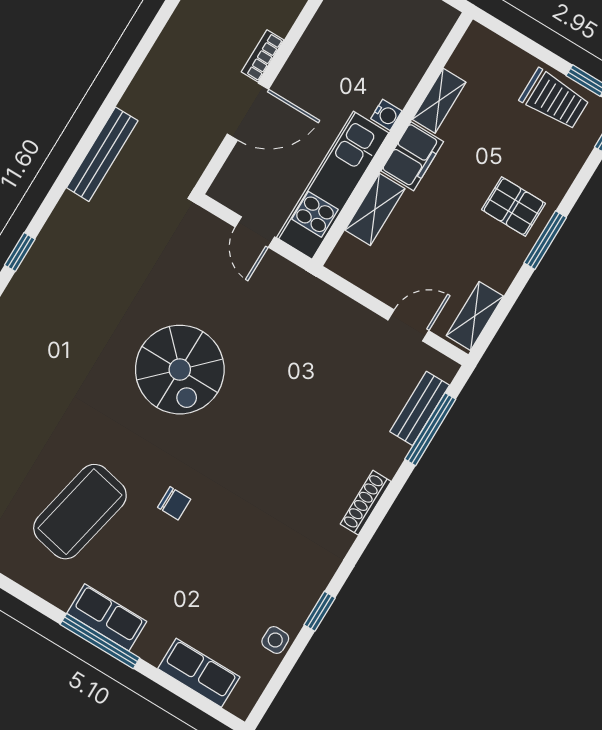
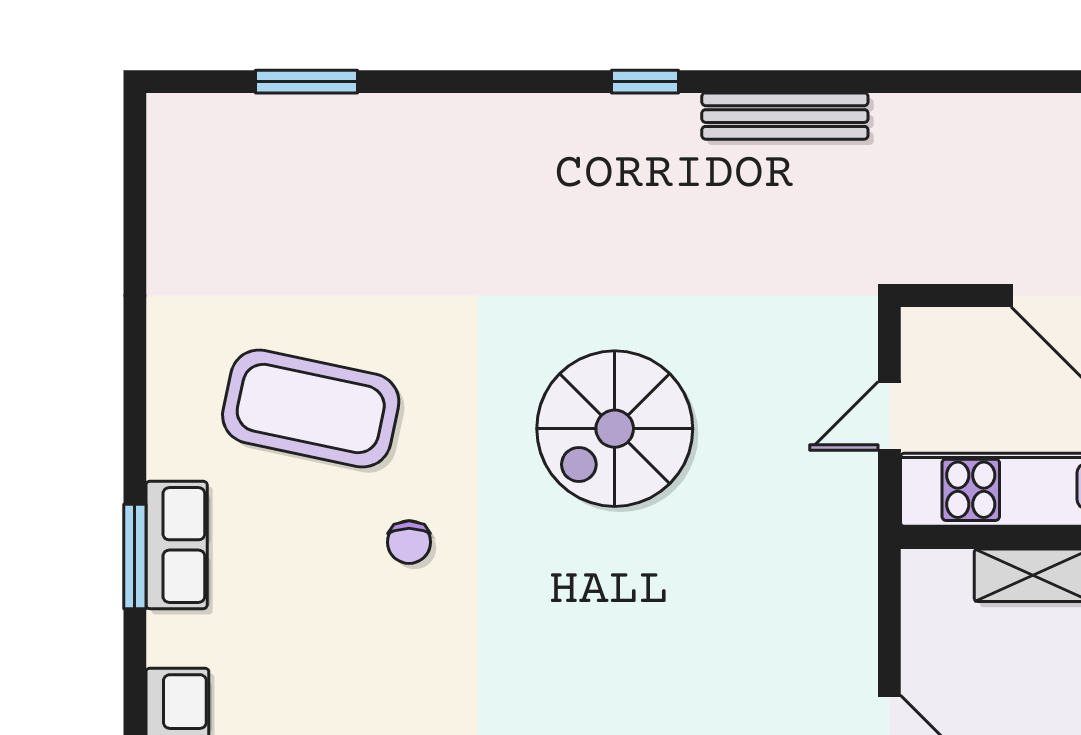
bench: (102, 154) -> (785, 116), moved
window: (100, 641) -> (135, 557), width x0.69

